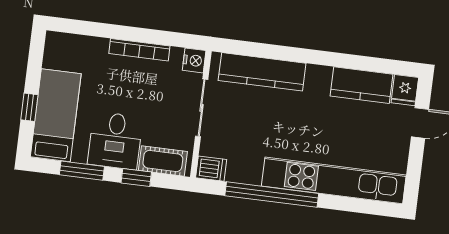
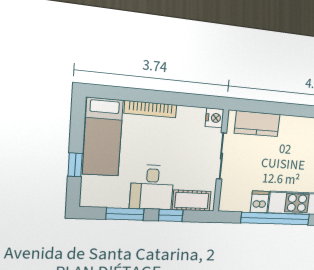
bookcase: (139, 50) -> (151, 109), moved
kitchen counter: (262, 72) -> (257, 124), width x0.67
bed: (56, 115) -> (103, 137), moved, turned 180
dishwasher: (211, 169) -> (260, 202), moved, turned -90

